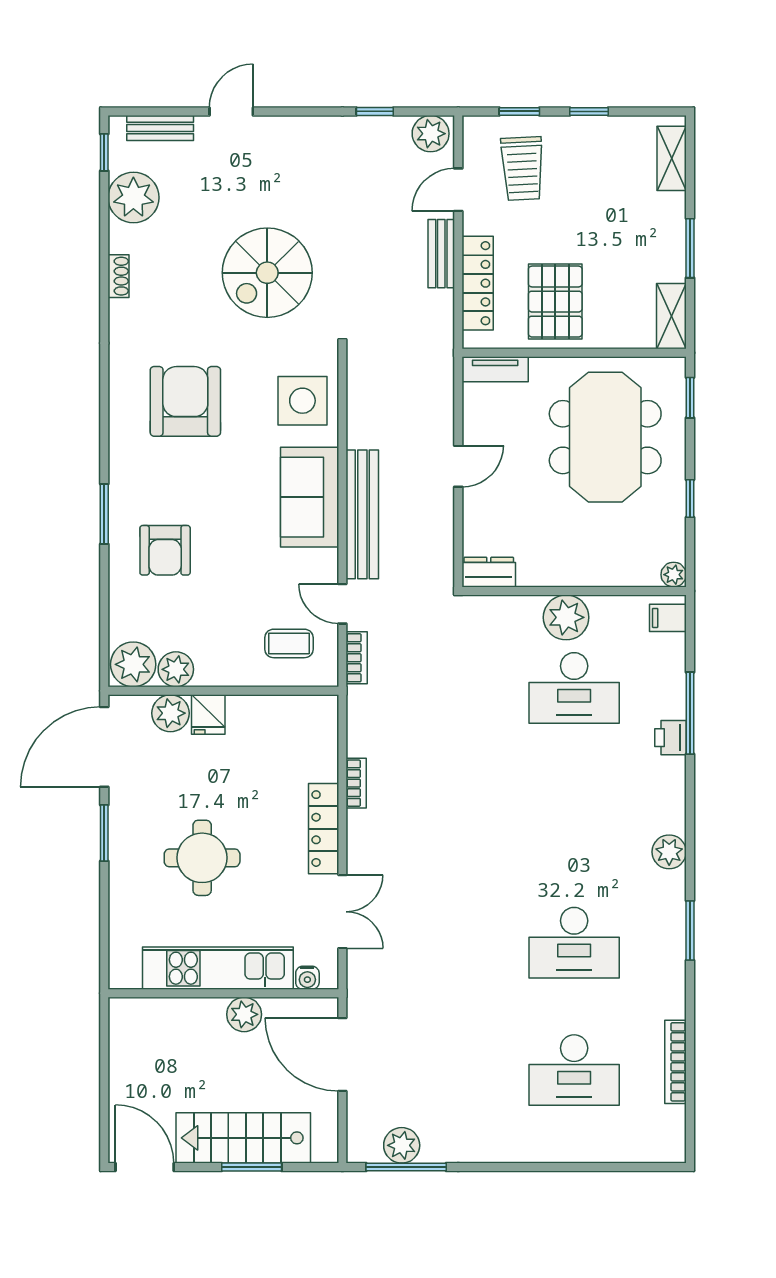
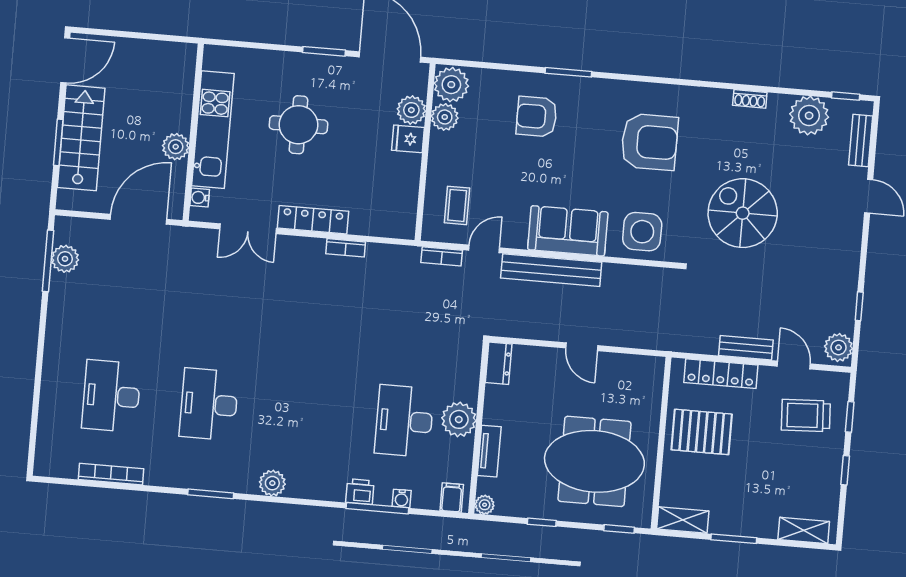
tv unit: (495, 369) -> (489, 451), moved, turned 180
water cooler: (675, 683) -> (402, 498), added

